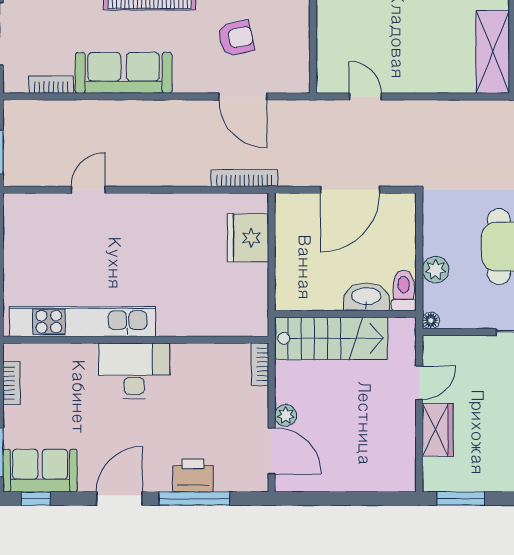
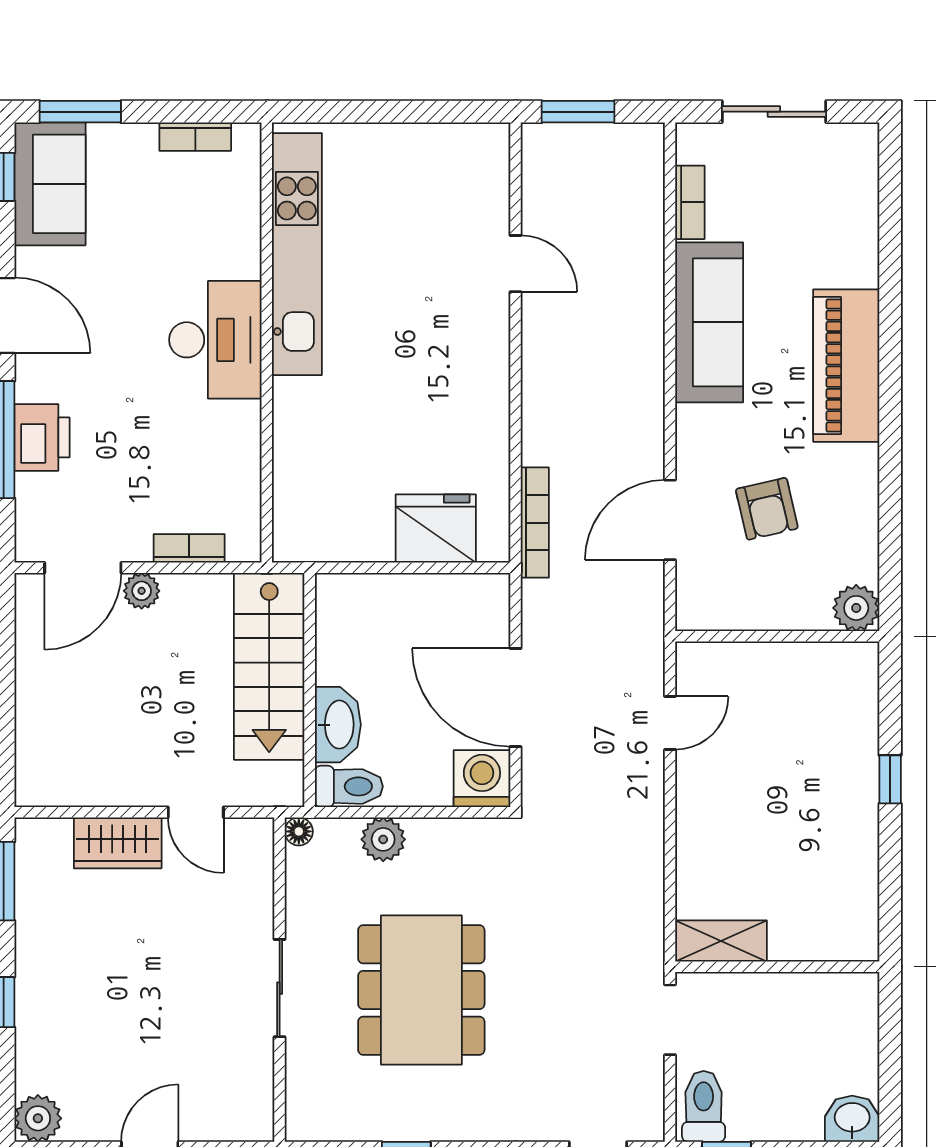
shelving: (493, 52) -> (721, 941), width x0.67, depth x0.75
washing machine: (399, 210) -> (482, 779), added
bookcase: (260, 364) -> (189, 548), moved

